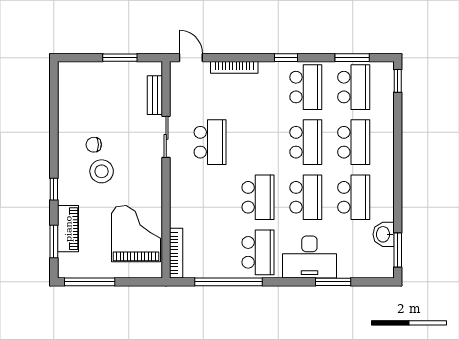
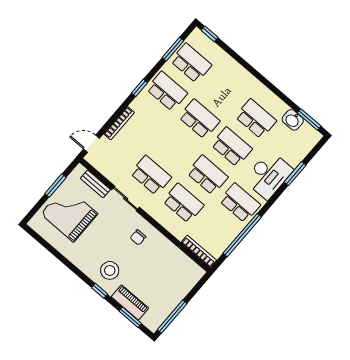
school desk: (354, 142) -> (183, 203), moved
chair: (94, 145) -> (138, 237), moved
stool: (102, 171) -> (110, 270), moved
grand piano: (136, 234) -> (69, 214), moved

